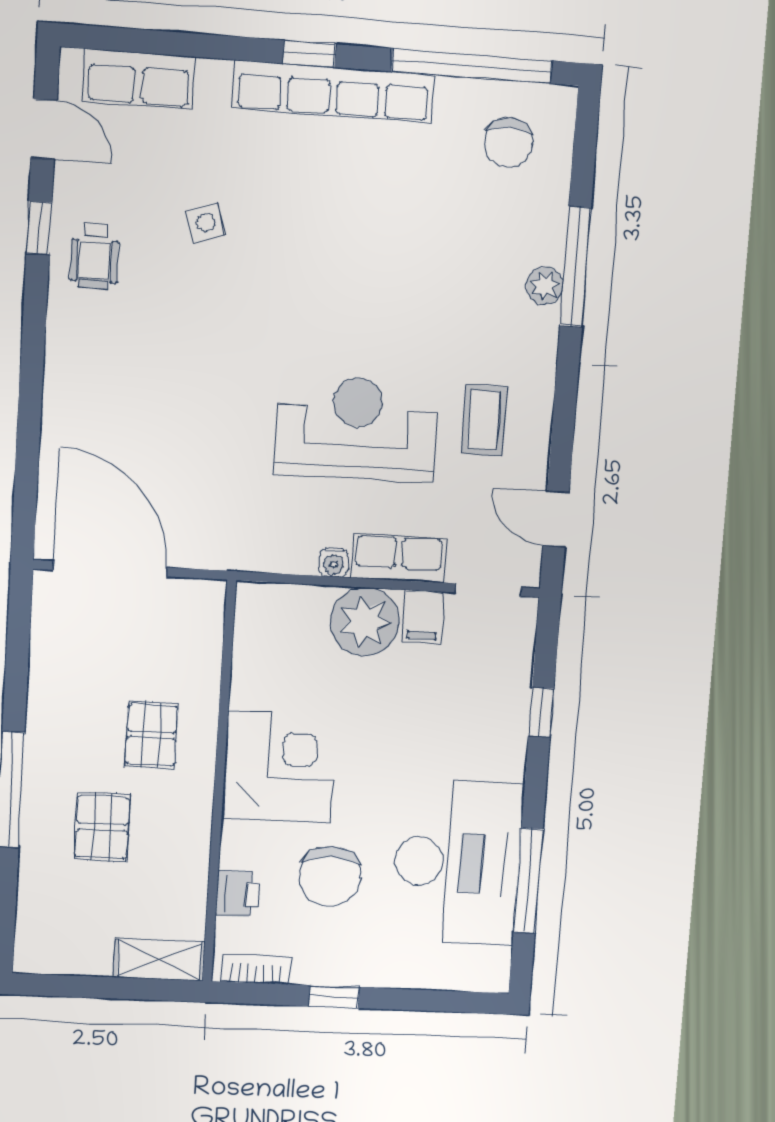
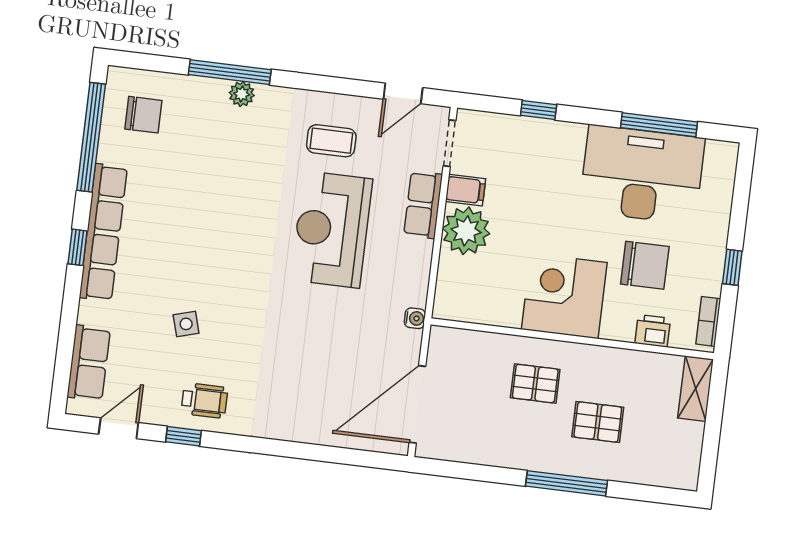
water cooler: (334, 563) -> (415, 318), moved

